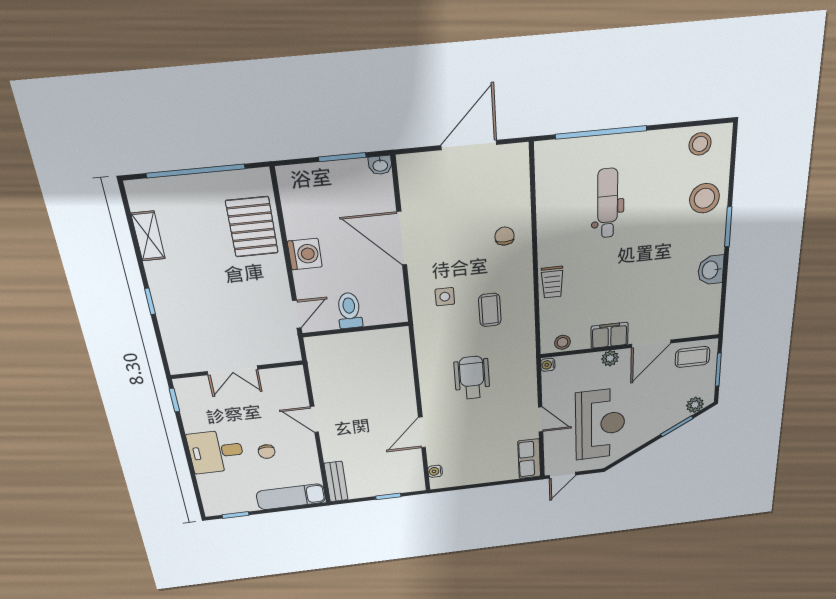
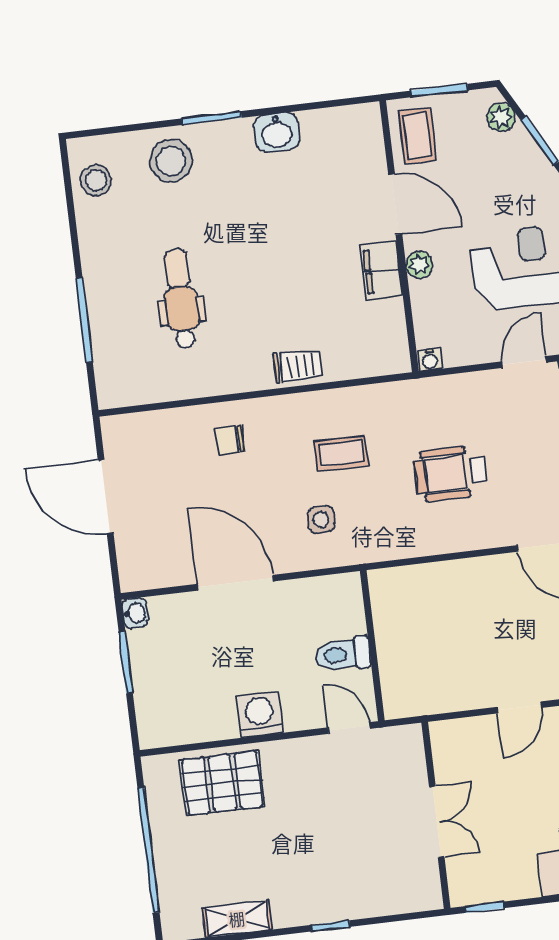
window: (601, 132) -> (84, 320), width x0.68
dental chair: (608, 203) -> (181, 299), turned 90
door: (402, 238) -> (235, 583), swing flipped
stool: (562, 342) -> (393, 341), removed

